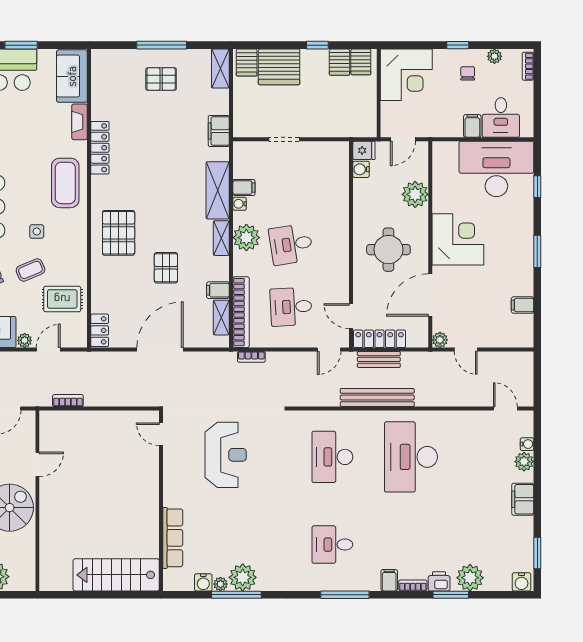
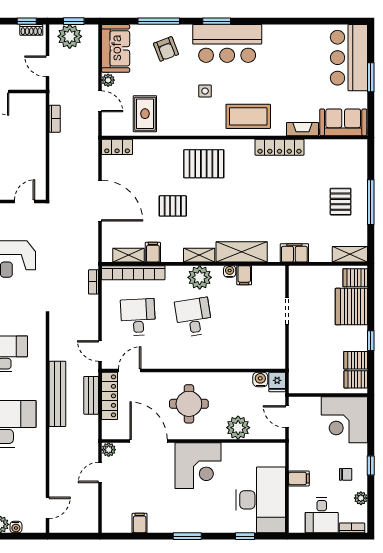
desk: (501, 117) -> (322, 515), moved, turned -90
coffee table: (30, 270) -> (171, 85), removed

